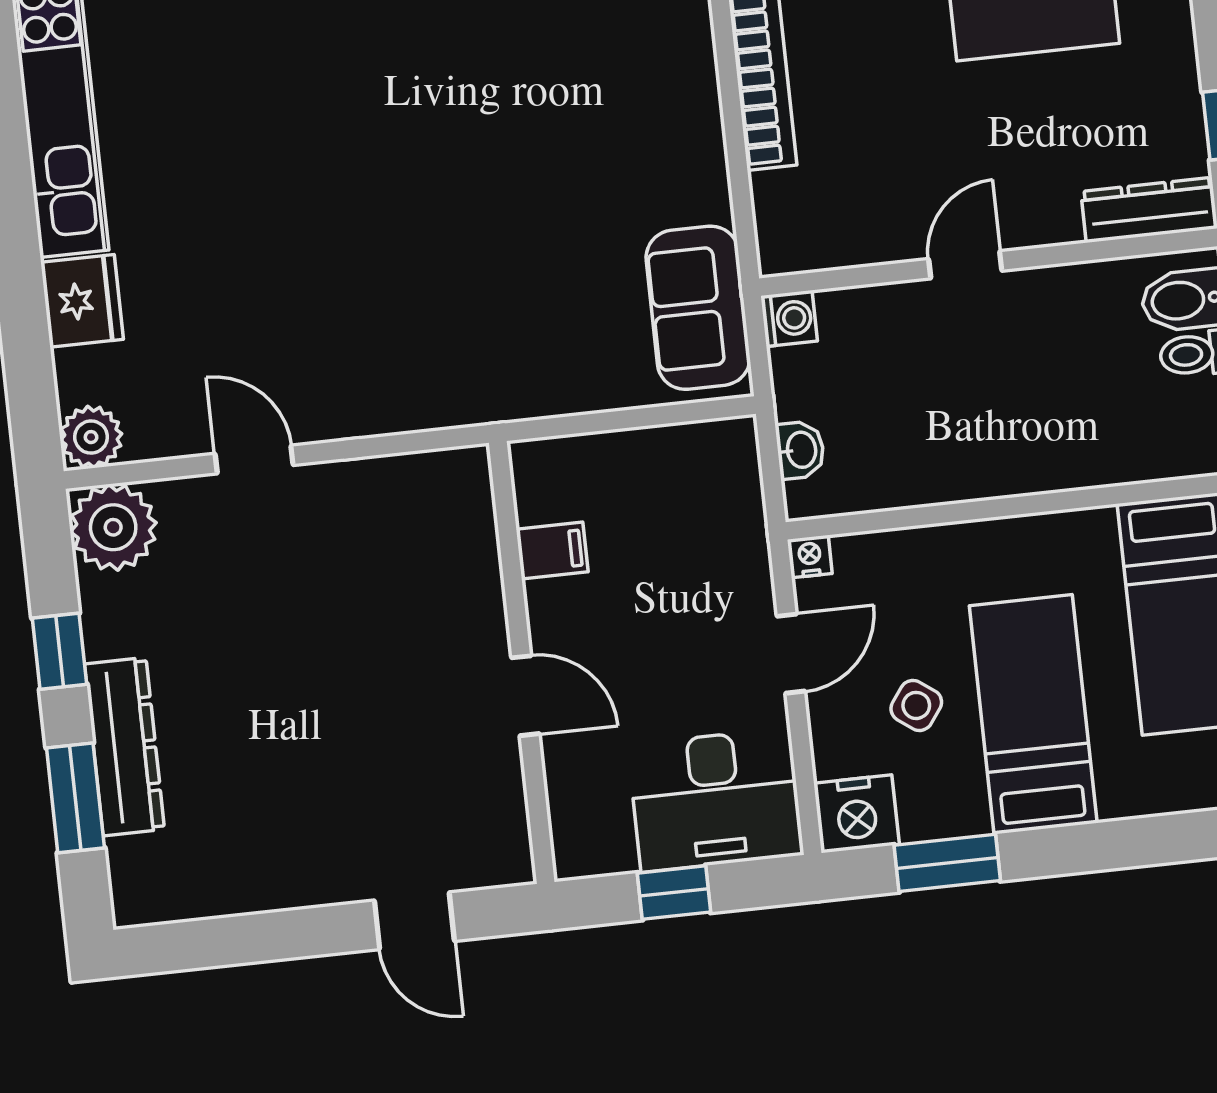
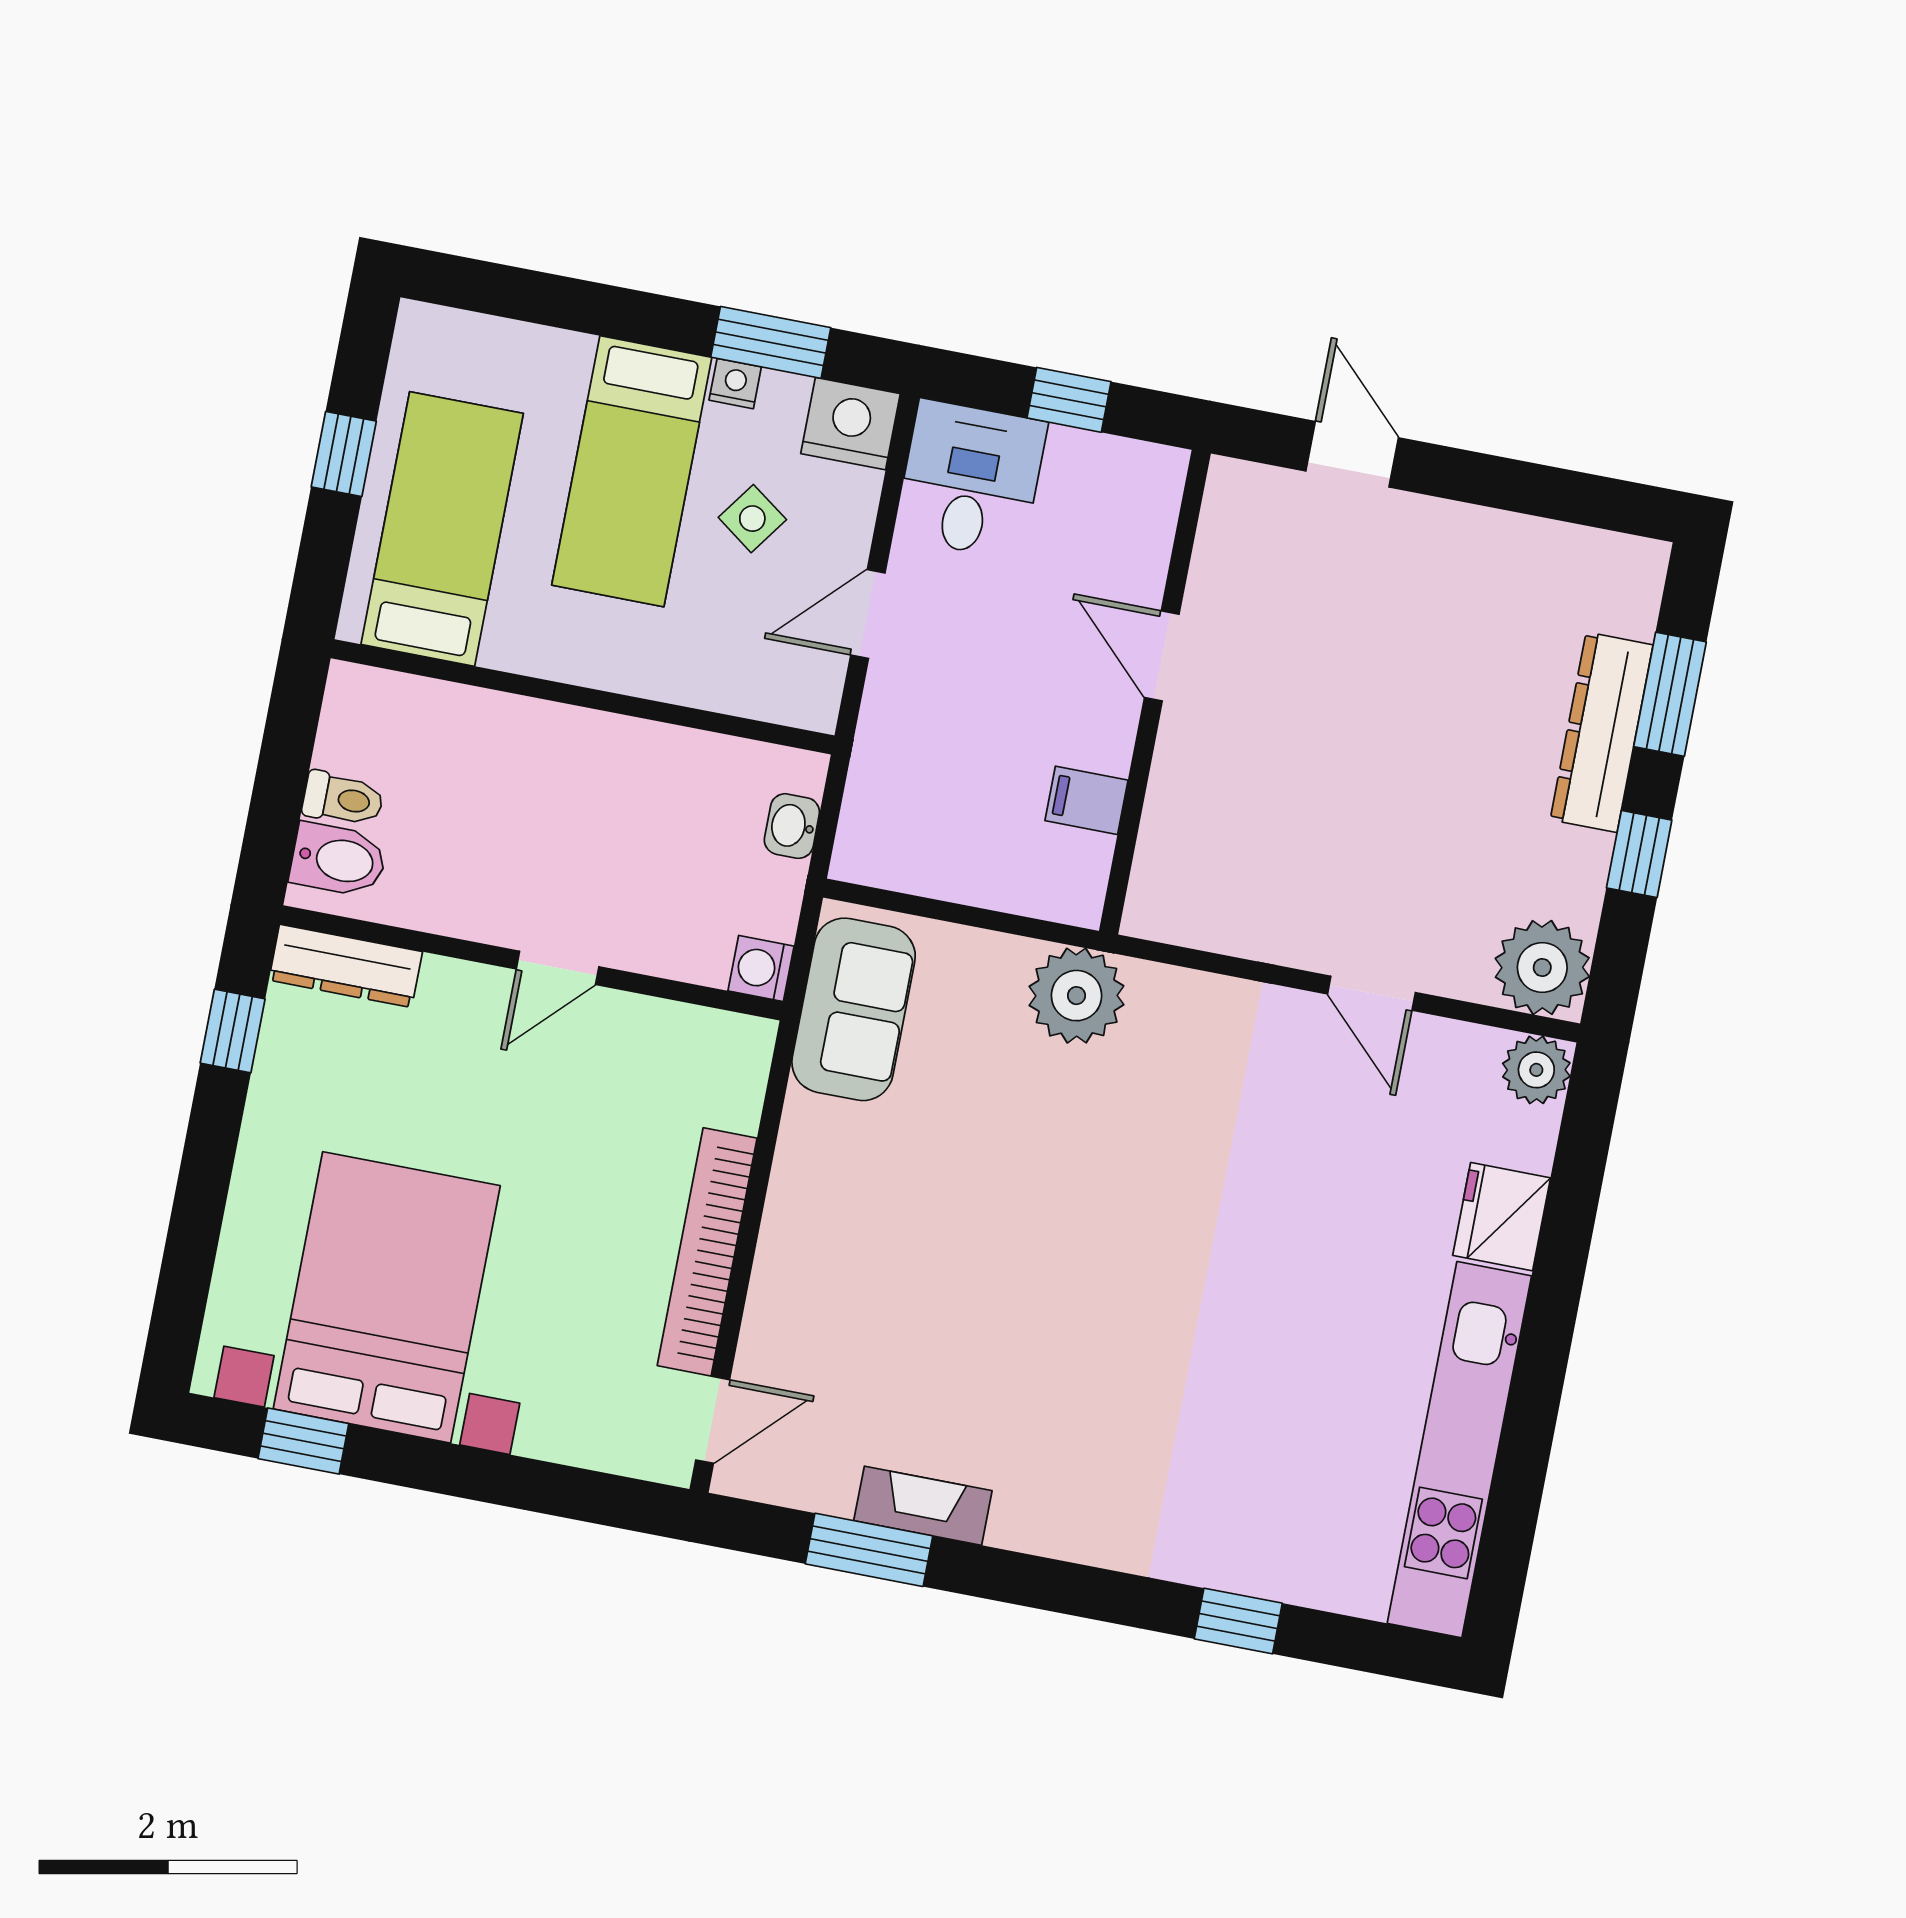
plant: (509, 379) -> (1076, 996), added
nightstand: (810, 557) -> (735, 384), moved, turned 180
desk: (716, 800) -> (971, 480), width x0.73

